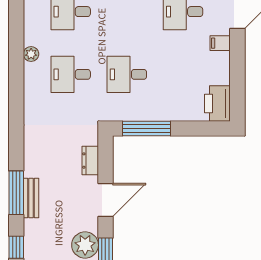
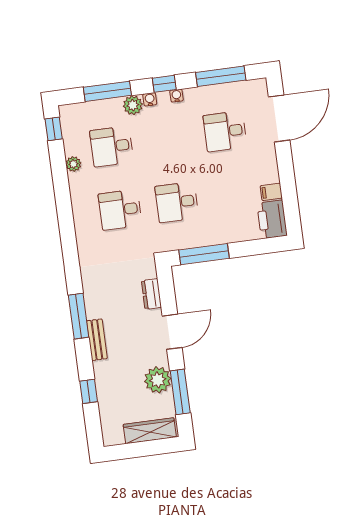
filing cabinet: (220, 43) -> (271, 192), moved
plant: (31, 54) -> (73, 164), moved
window: (16, 193) -> (79, 316), moved

